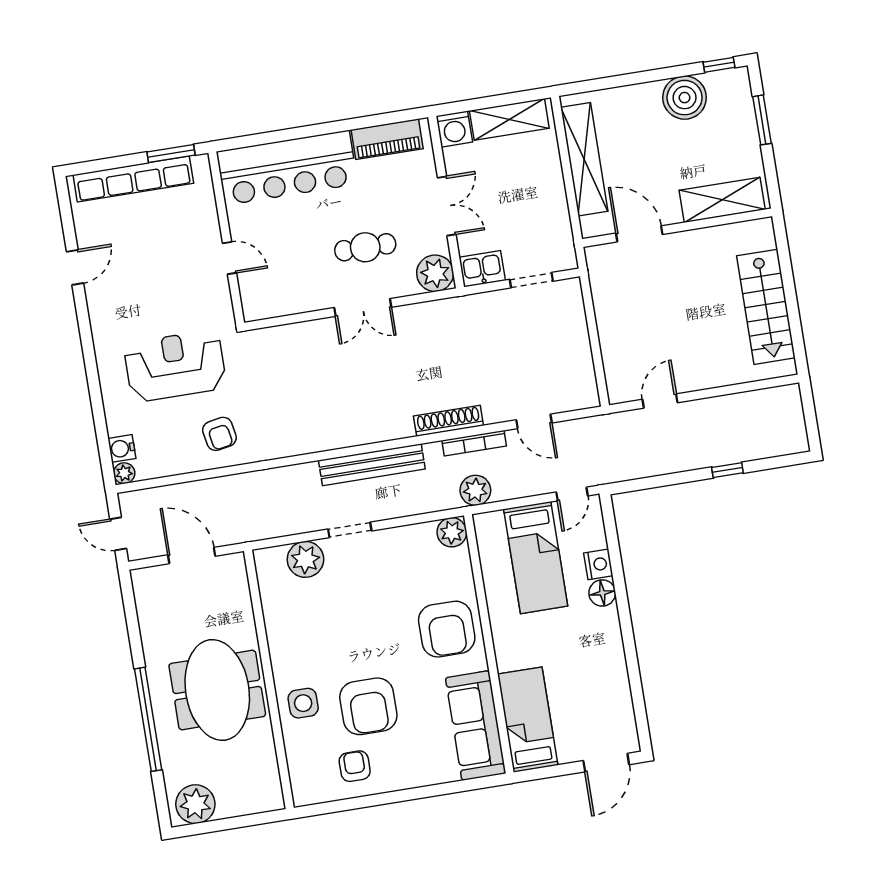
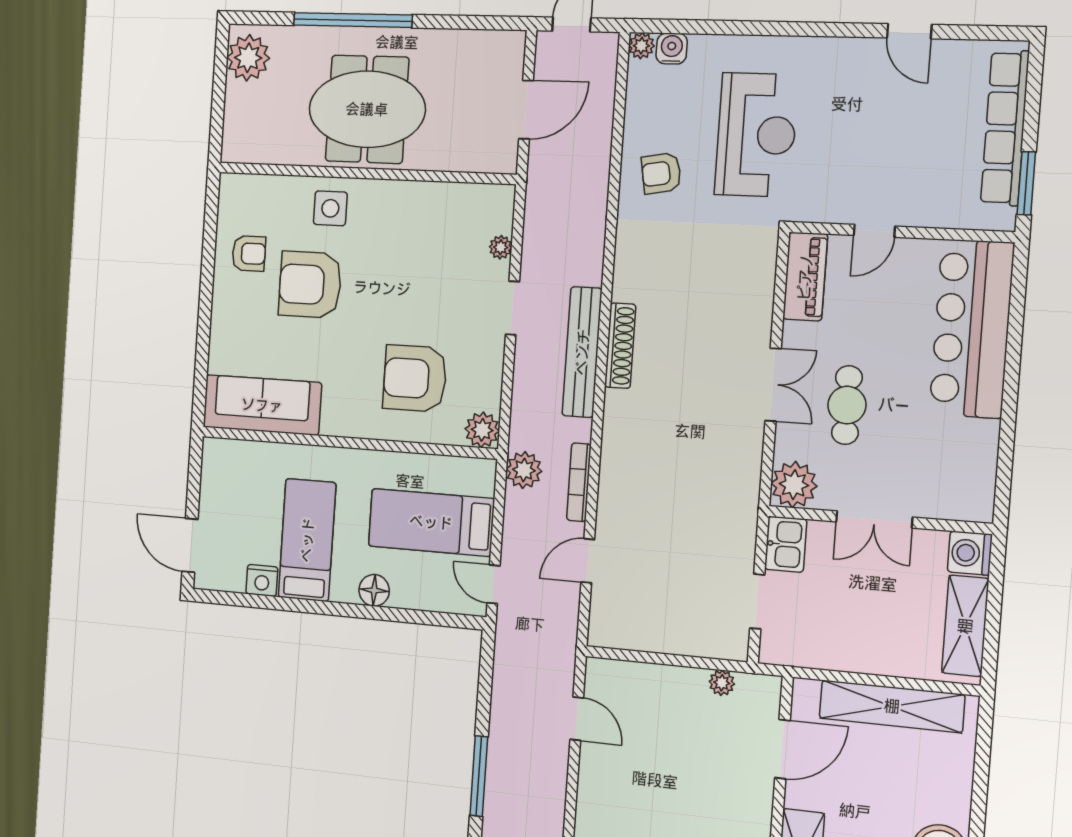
piano: (387, 139) -> (805, 277), moved, turned 180
plant: (601, 293) -> (722, 683), added
double door: (363, 307) -> (773, 385), swing flipped
shoe rack: (448, 421) -> (620, 346), moved
window: (727, 470) -> (479, 776), width x2.17
plant: (305, 559) -> (501, 247), width x0.53, depth x0.53
nightstand: (598, 564) -> (262, 580), moved
armchair: (447, 629) -> (415, 378), moved
bed: (528, 720) -> (307, 540), moved, turned -90

